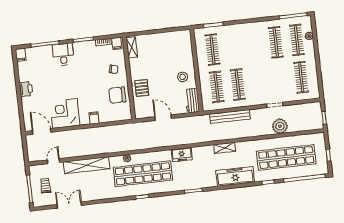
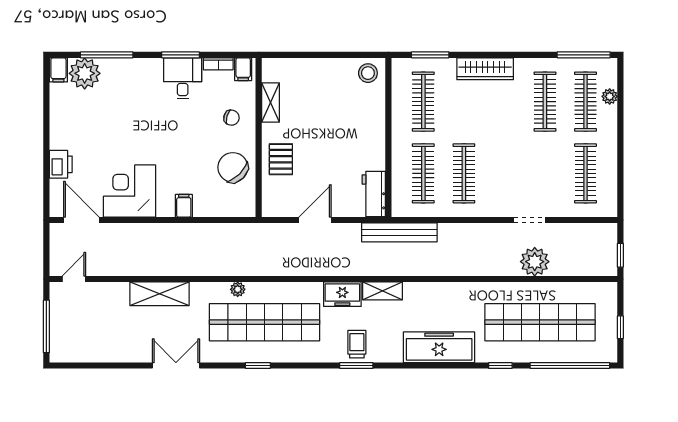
wardrobe: (243, 29) -> (485, 69), added
shelving: (132, 47) -> (271, 103), moved
desk: (63, 54) -> (183, 78), moved
plant: (35, 55) -> (85, 73), added
stool: (183, 77) -> (368, 73), moved
printer: (26, 89) -> (61, 164), moved
chair: (117, 95) -> (233, 167), turned 45
bench: (230, 116) -> (399, 232), moved
door: (163, 118) -> (315, 220), hinge flipped
shelving: (225, 148) -> (383, 291), moved
door: (53, 161) -> (74, 279), moved
shelving: (87, 165) -> (159, 294), width x0.68
trolley: (45, 186) -> (357, 344), moved
double door: (69, 205) -> (176, 365), moved

